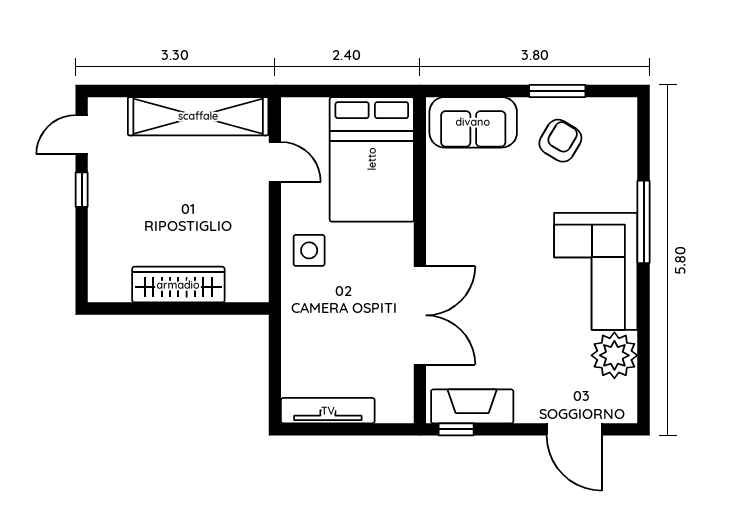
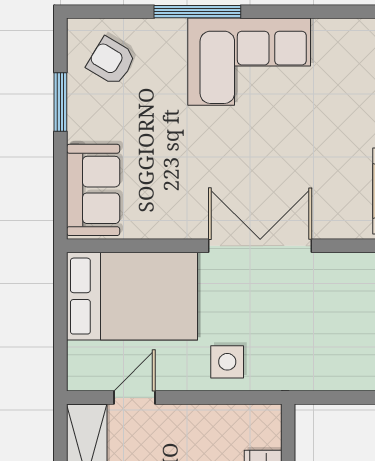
armchair: (560, 141) -> (111, 61), moved
double door: (420, 315) -> (260, 246), moved
plant: (614, 355) -> (337, 42), removed

